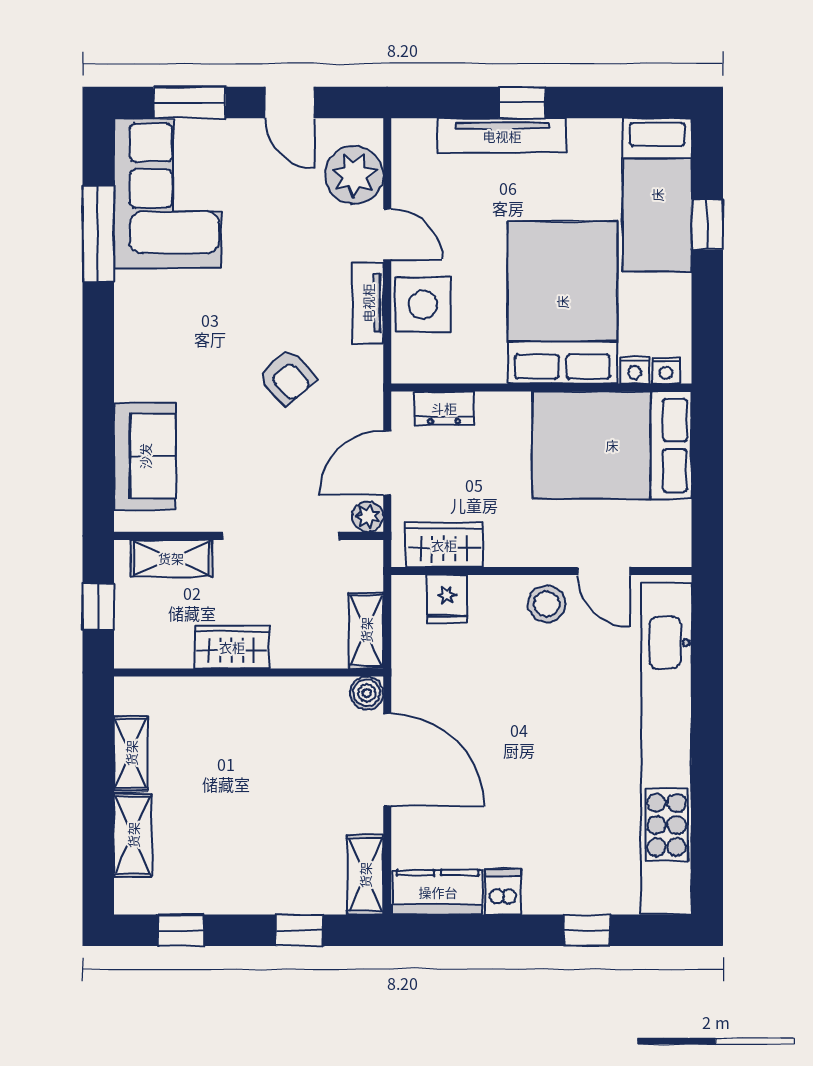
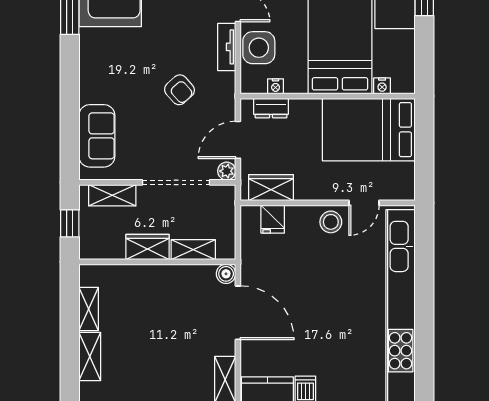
nightstand: (666, 371) -> (276, 86), moved
door: (604, 571) -> (364, 203), hinge flipped
shelving: (366, 630) -> (193, 250), moved, turned 90

